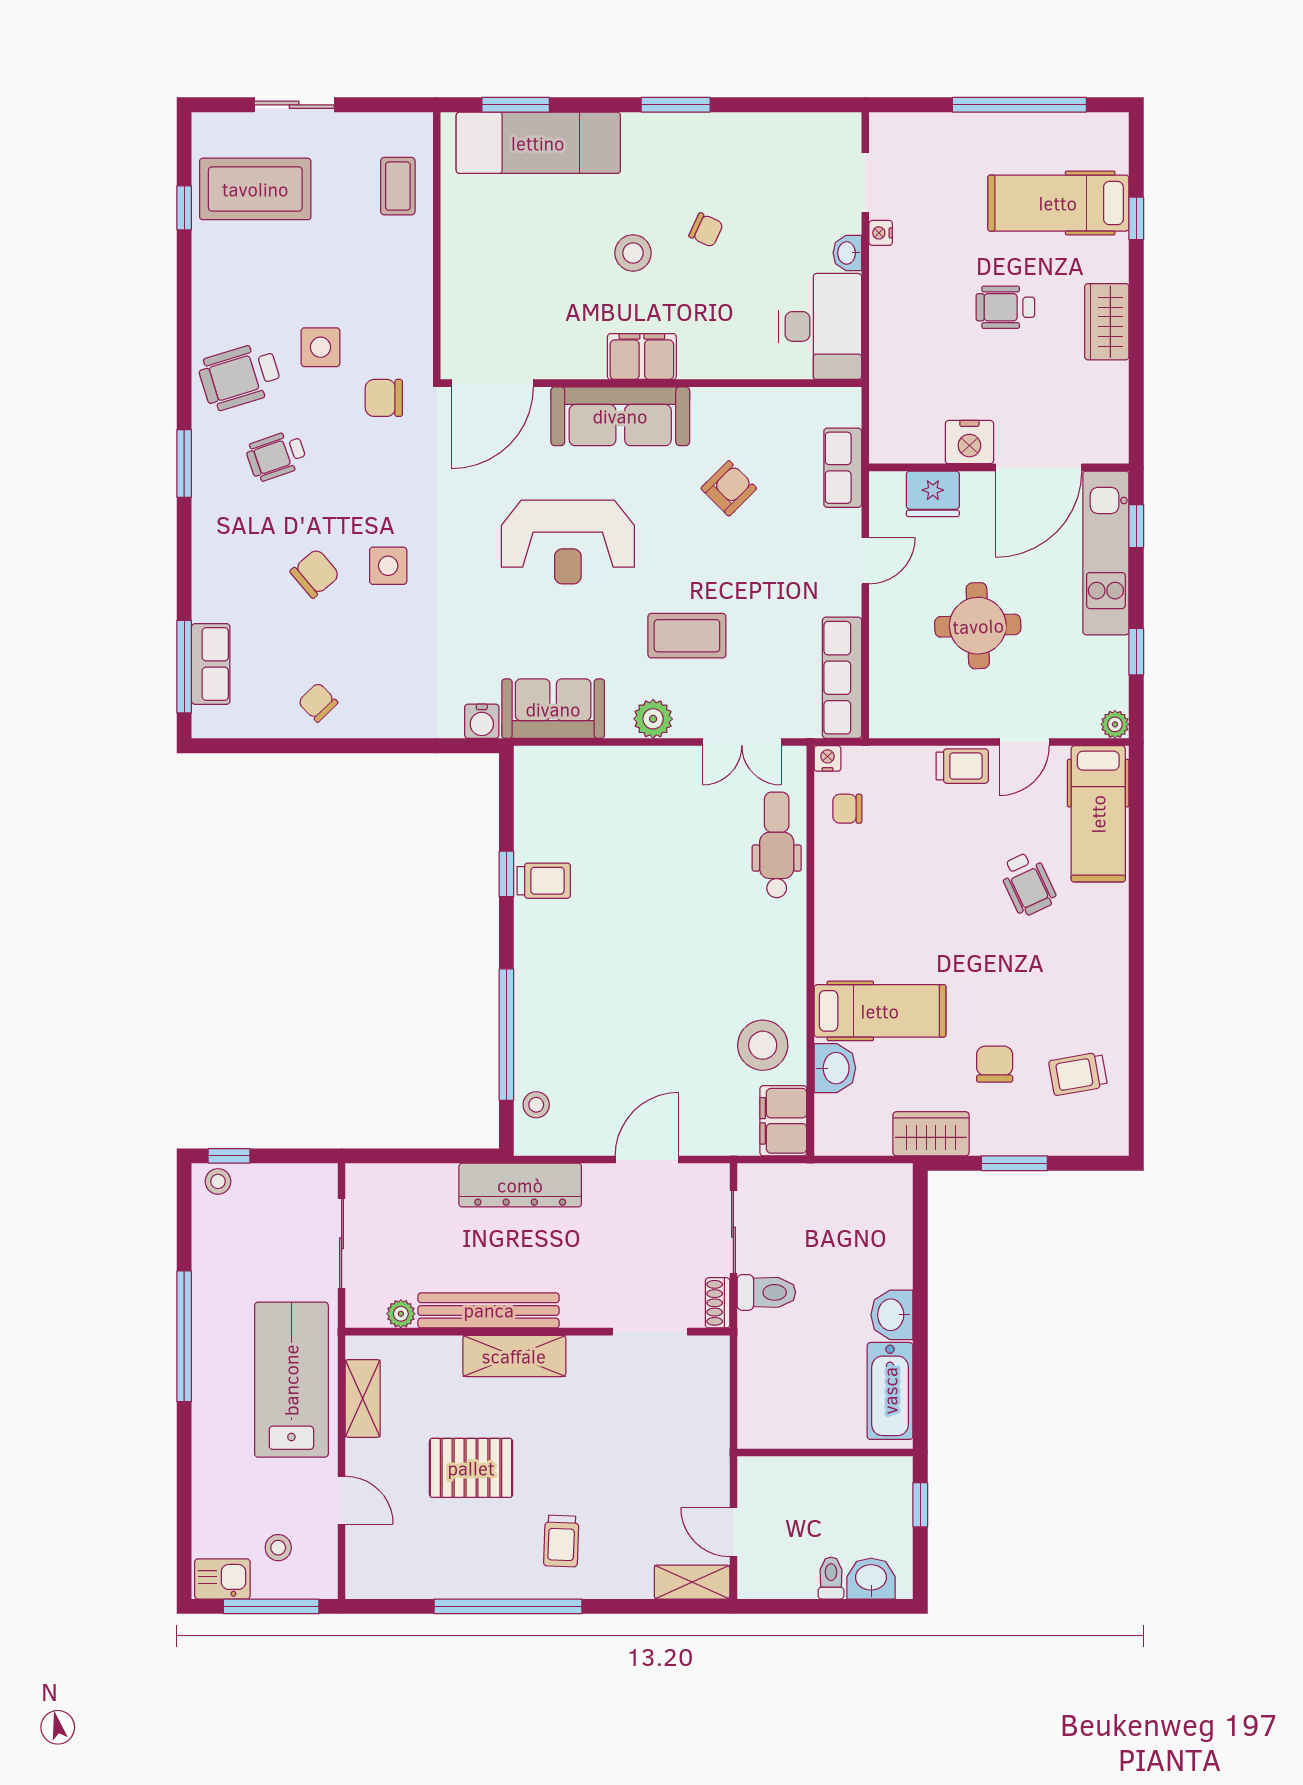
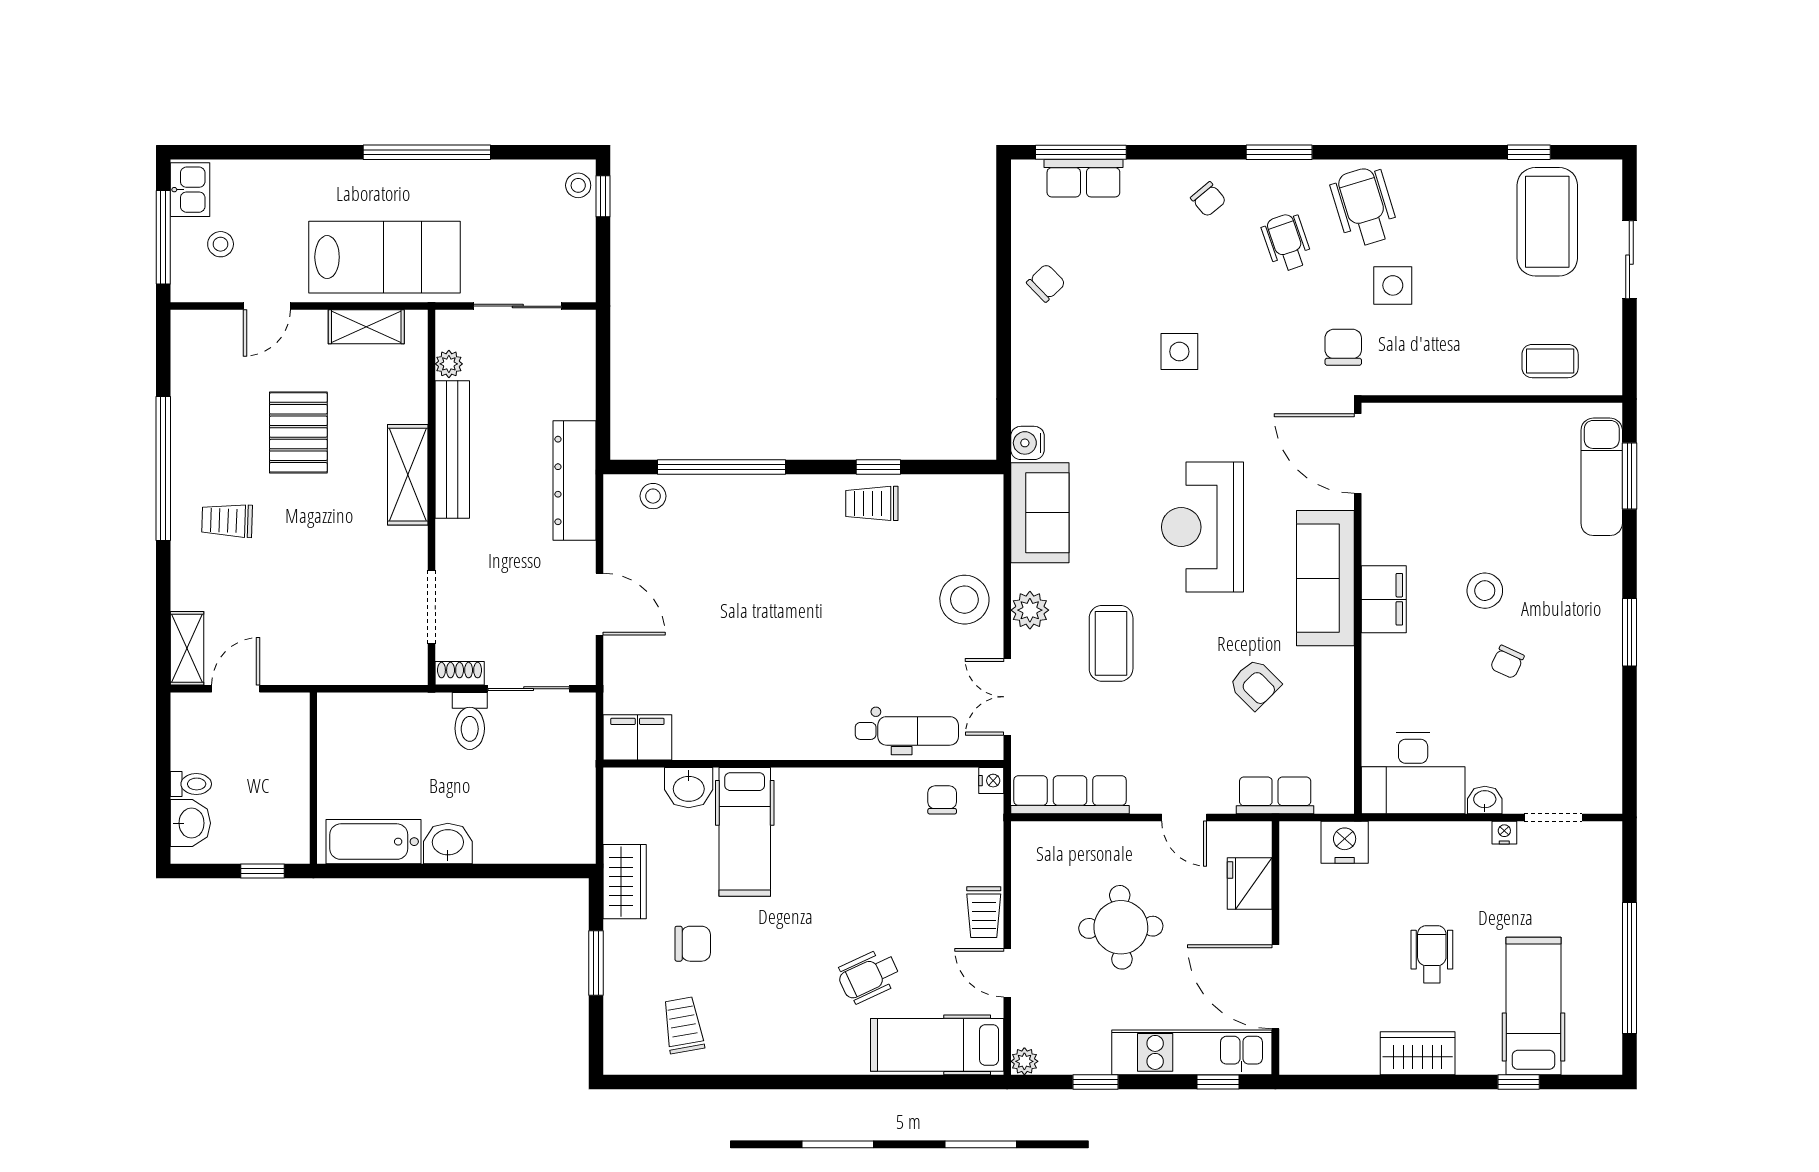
exam couch: (538, 143) -> (1602, 477), width x0.73, depth x0.69
nightstand: (969, 442) -> (1345, 842), moved, turned 90
chair: (315, 573) -> (1208, 199), moved, width x0.73, depth x0.73
trolley: (544, 881) -> (872, 503), turned 90
stool: (763, 1045) -> (964, 600), moved

